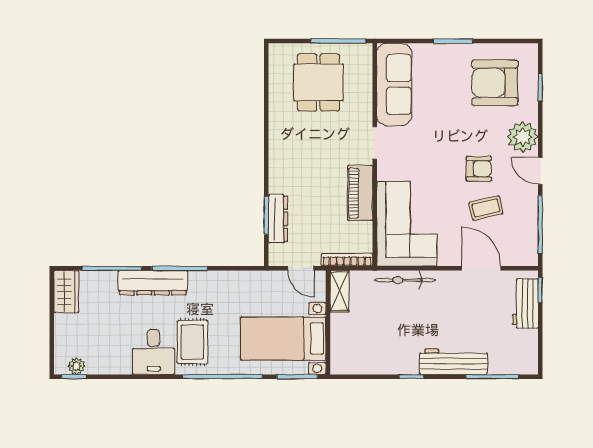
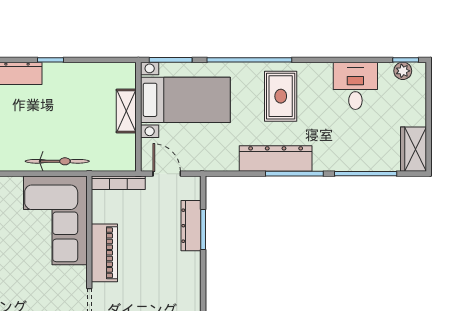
dresser: (153, 283) -> (276, 158), moved
shelving: (339, 291) -> (126, 111), moved
desk: (154, 352) -> (355, 86), moved

